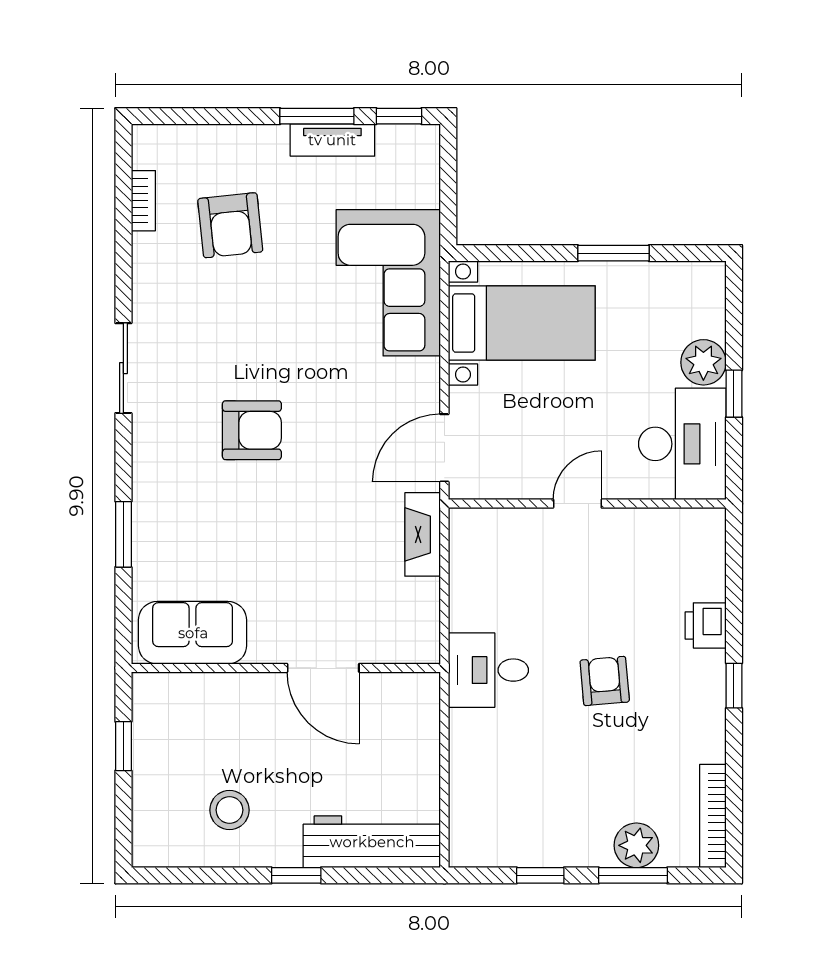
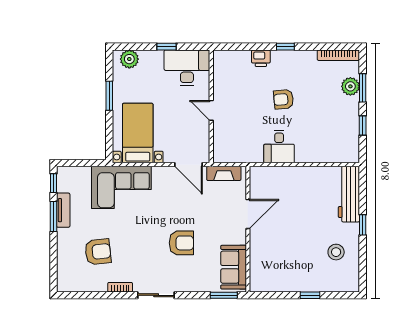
bookcase: (143, 201) -> (120, 287), moved
plant: (703, 362) -> (129, 59), moved
armchair: (252, 430) -> (181, 243), turned 90
sofa: (193, 633) -> (234, 267), moved
wall: (286, 668) -> (248, 229), moved
door: (323, 668) -> (248, 214), moved

